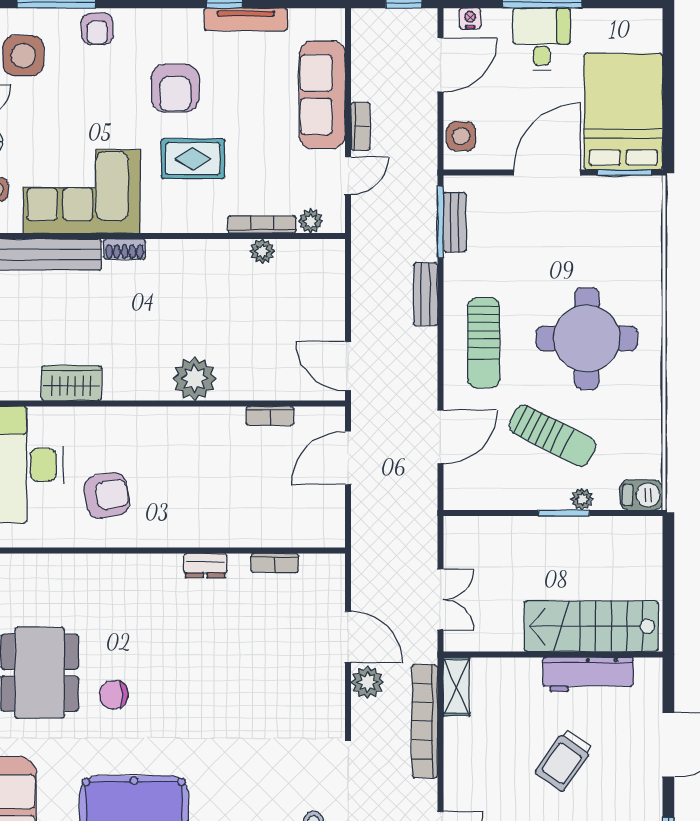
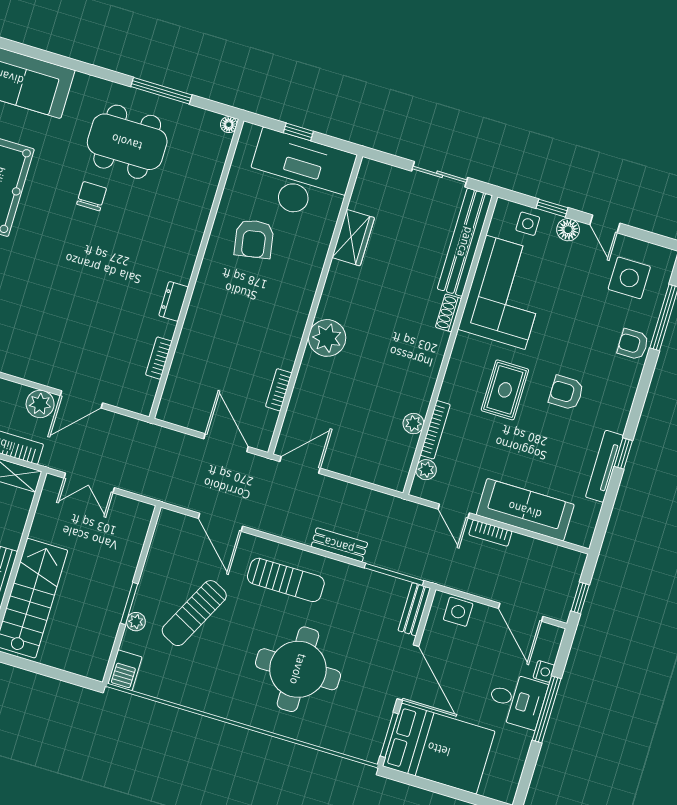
nightstand: (470, 18) -> (544, 671), moved
armchair: (175, 88) -> (566, 393), width x0.72, depth x0.72
bench: (455, 222) -> (414, 609), moved, turned 90
round table: (587, 338) -> (298, 669), moved
sun lounger: (484, 343) -> (286, 580), turned 180

